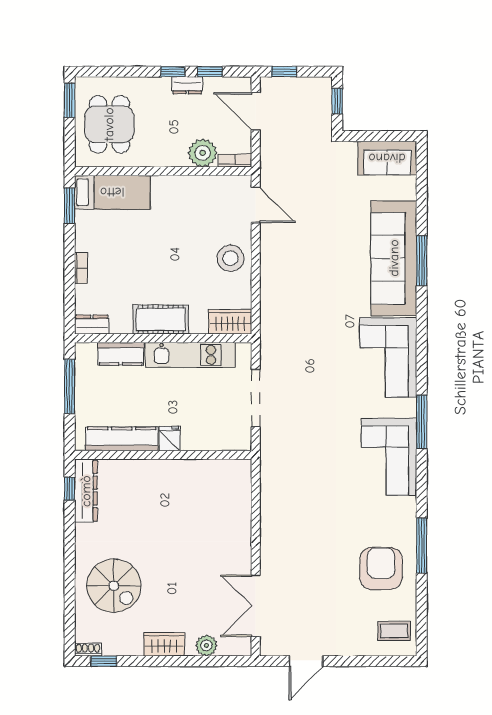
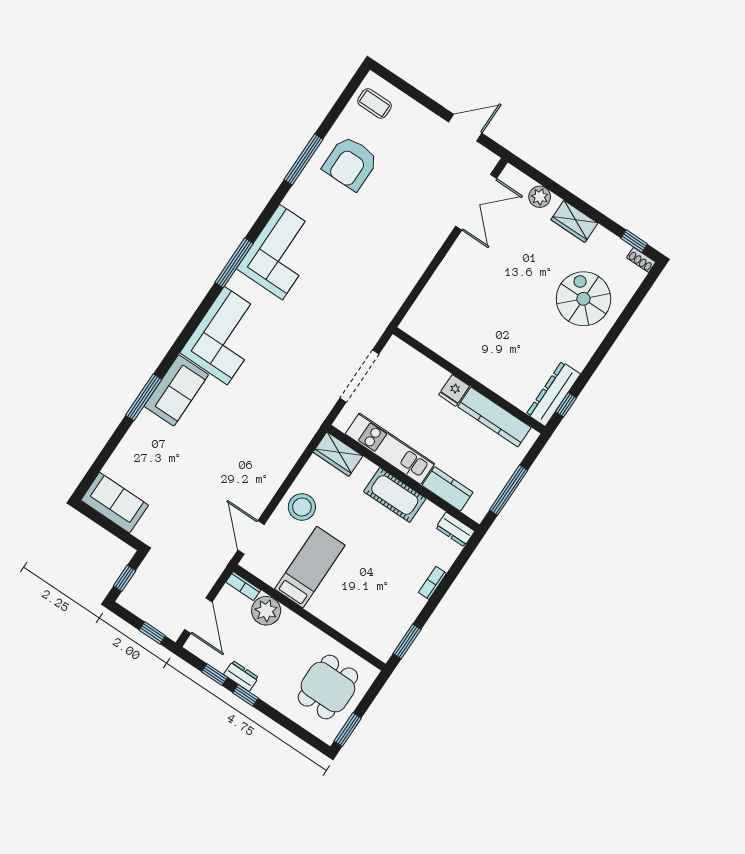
bed: (112, 192) -> (310, 567), moved, turned 90
sofa: (394, 258) -> (176, 390), width x0.54, depth x0.79

